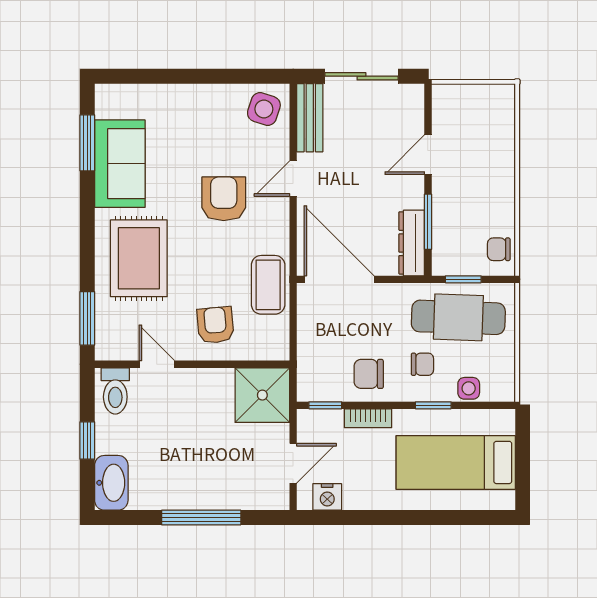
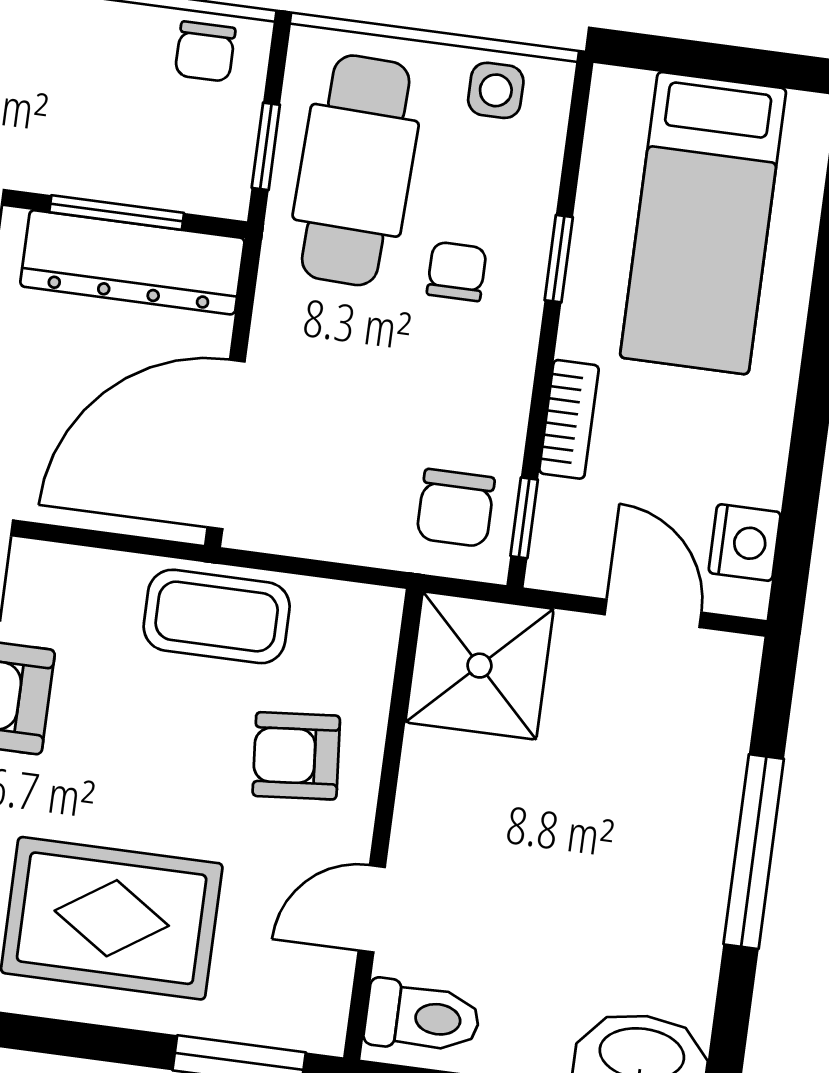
dresser: (412, 243) -> (132, 262), width x1.37, depth x1.24
chair: (369, 374) -> (456, 508), moved
side table: (469, 388) -> (496, 90), moved

